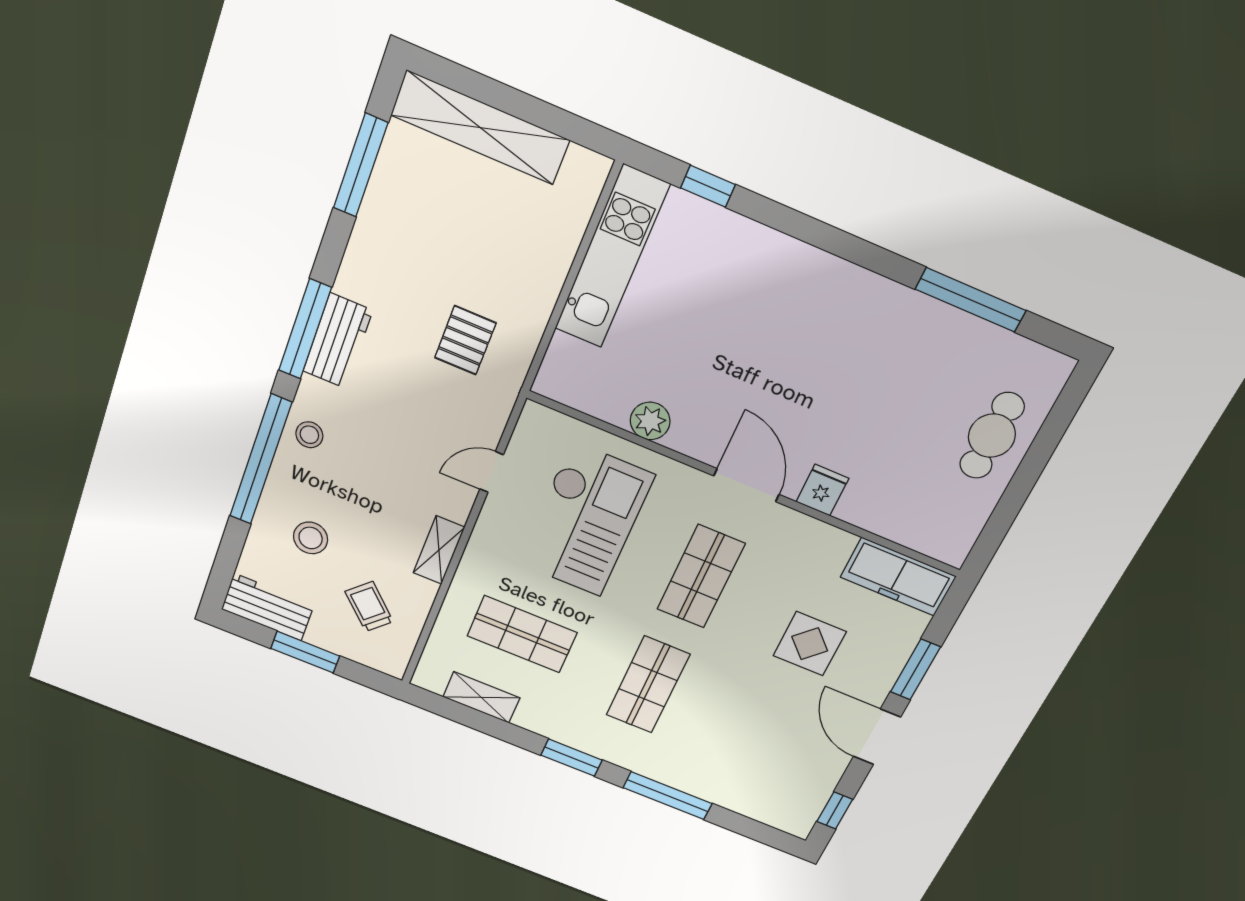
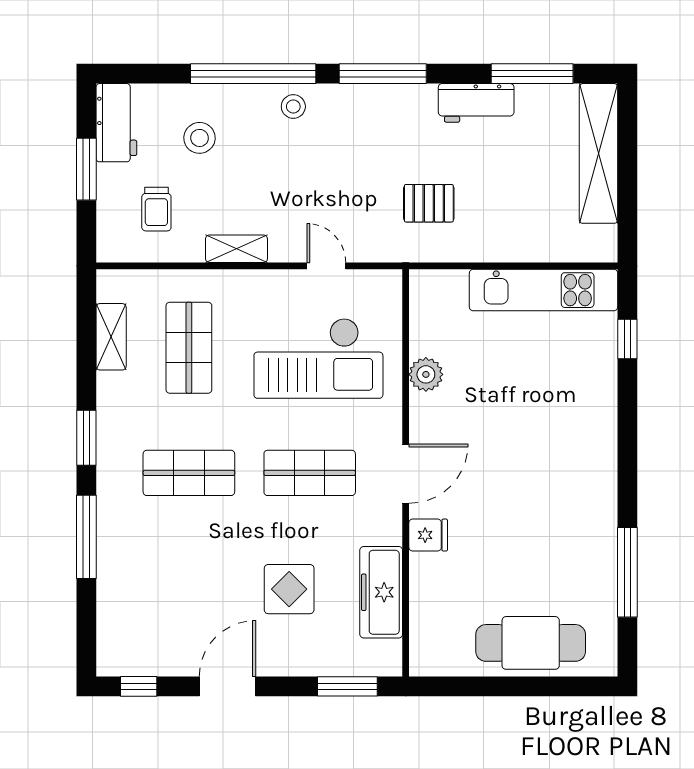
workbench: (338, 341) -> (476, 103), moved
cafe table: (992, 436) -> (531, 643), width x1.37, depth x1.35
freezer: (898, 577) -> (381, 592), moved
trolley: (369, 607) -> (156, 209), turned 135
window: (915, 669) -> (347, 686), moved

